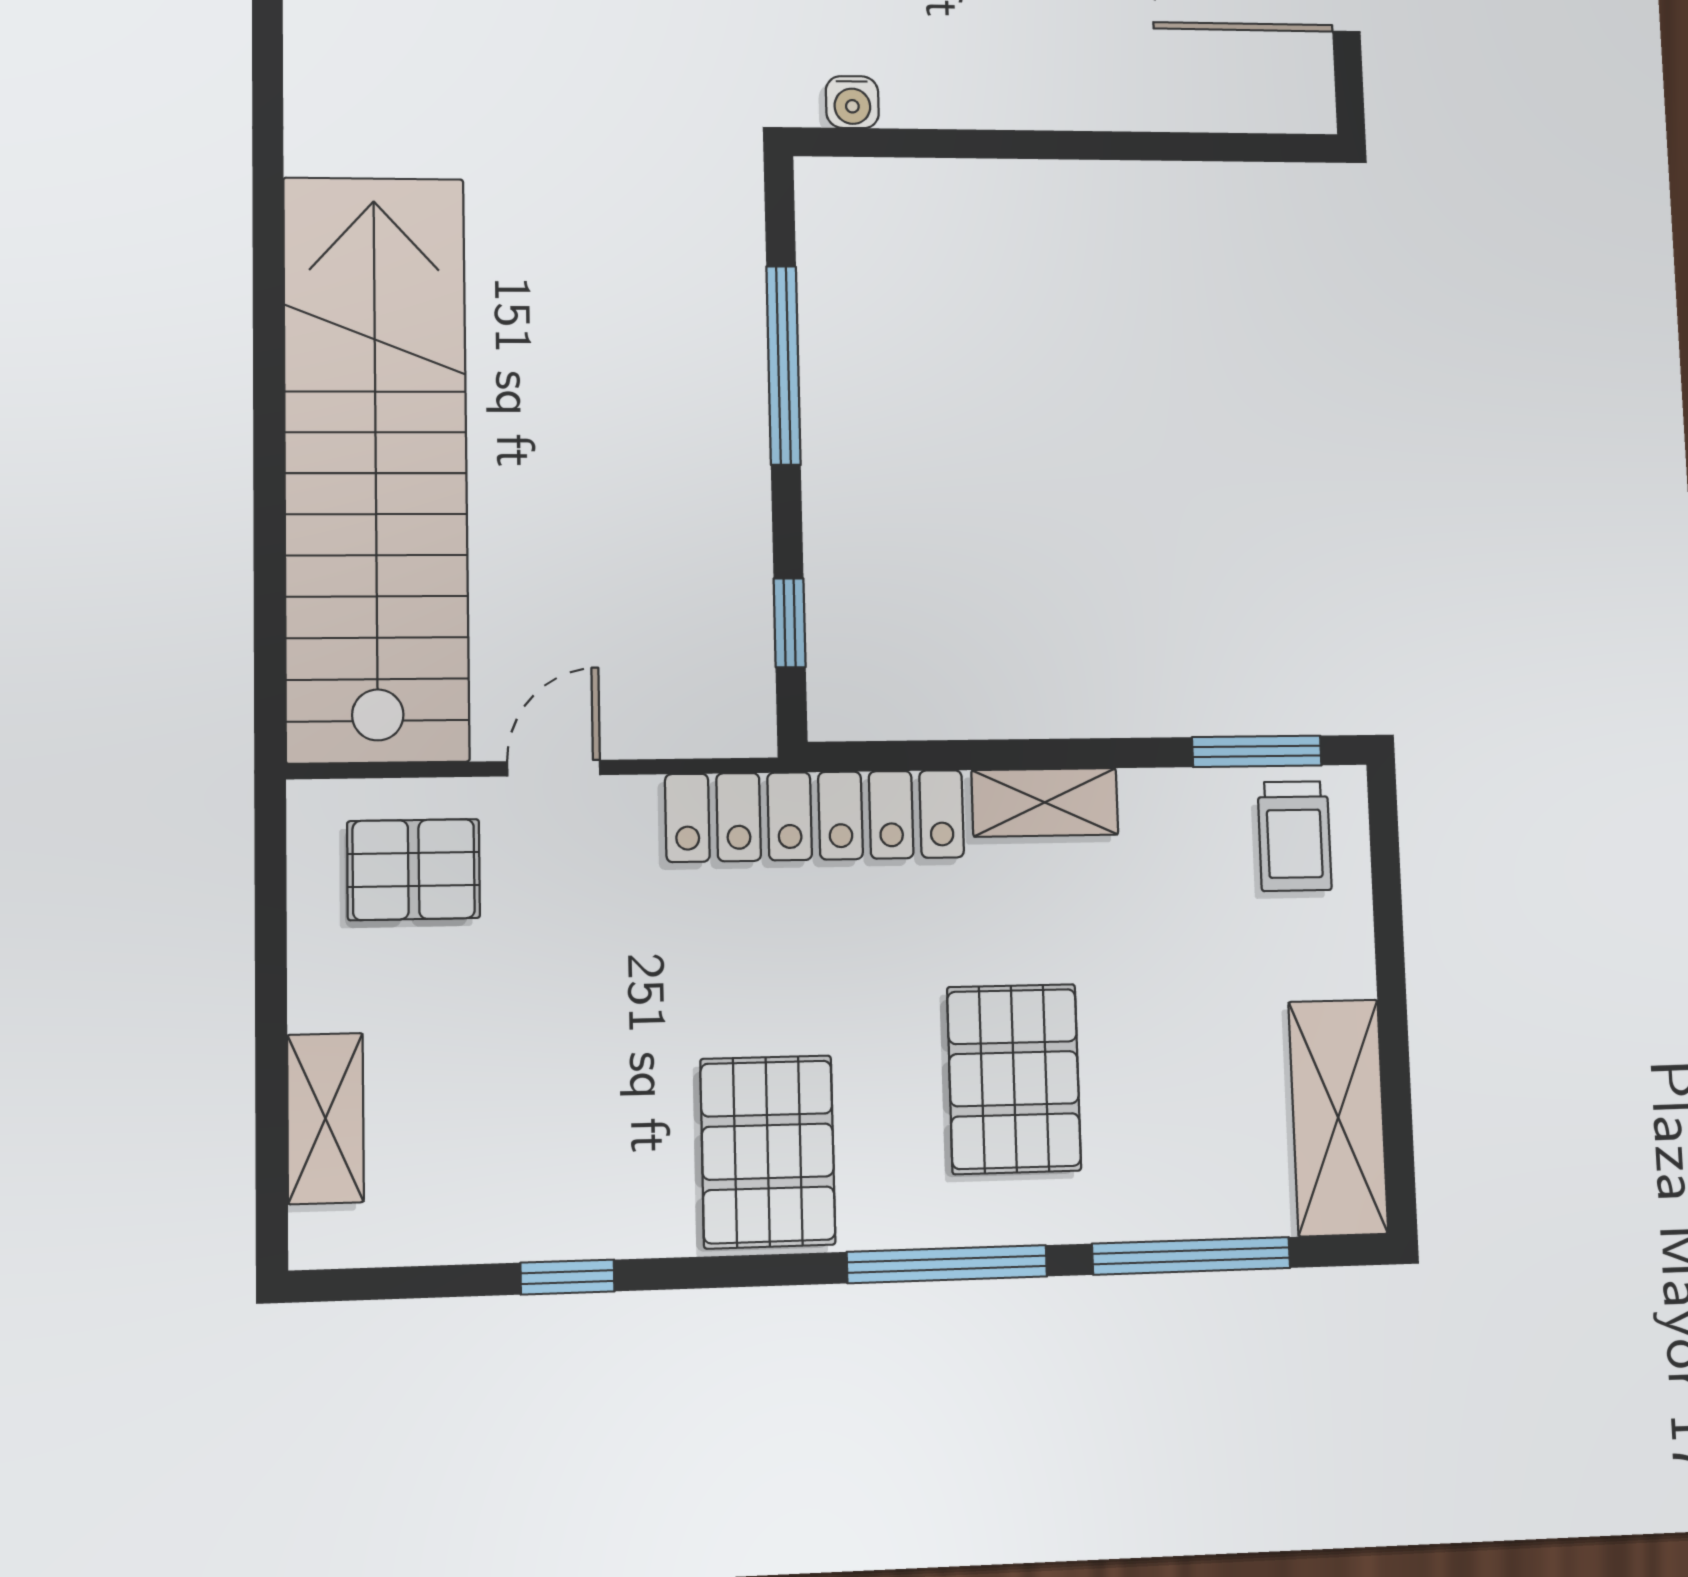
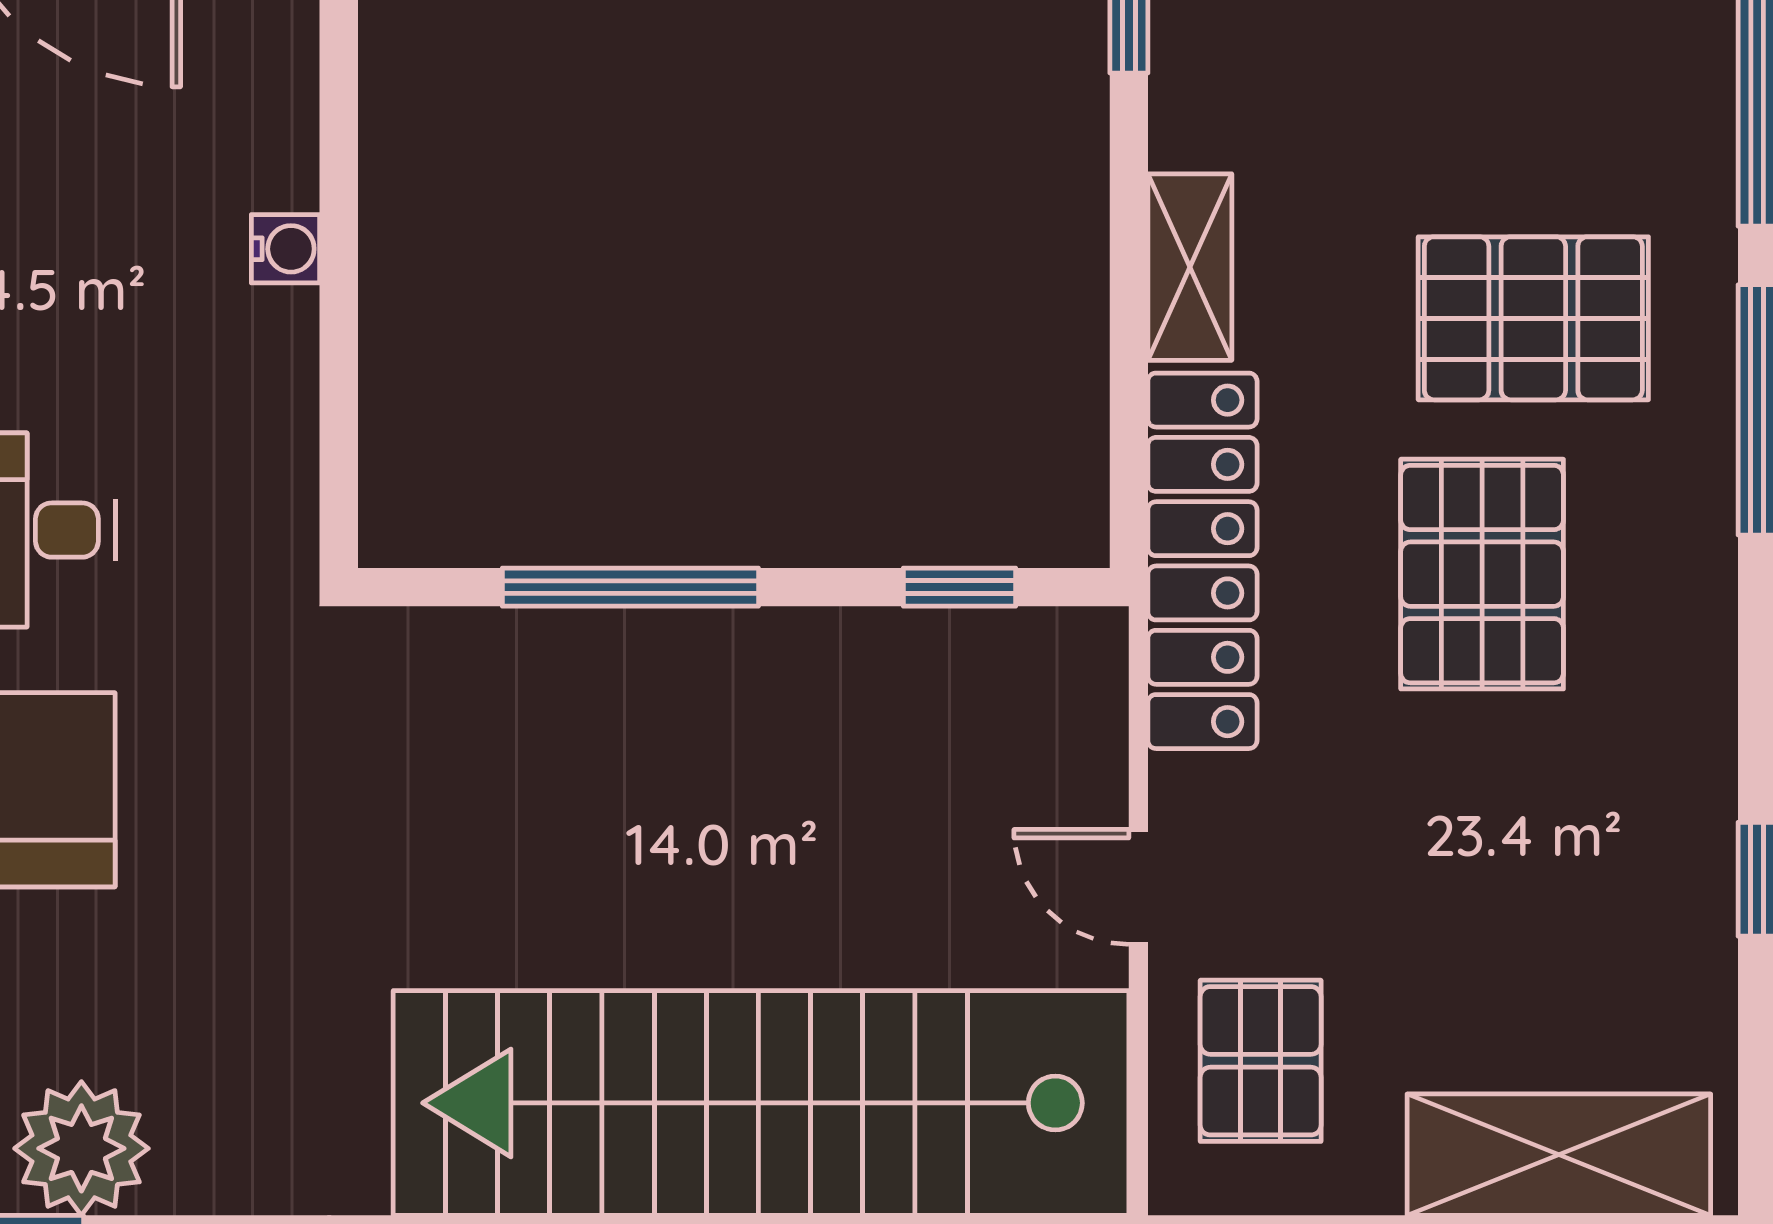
water cooler: (852, 102) -> (286, 249), moved
shelving: (325, 1118) -> (1559, 1155), width x1.50, depth x1.33
pallet: (768, 1152) -> (1482, 574), moved, turned 90

